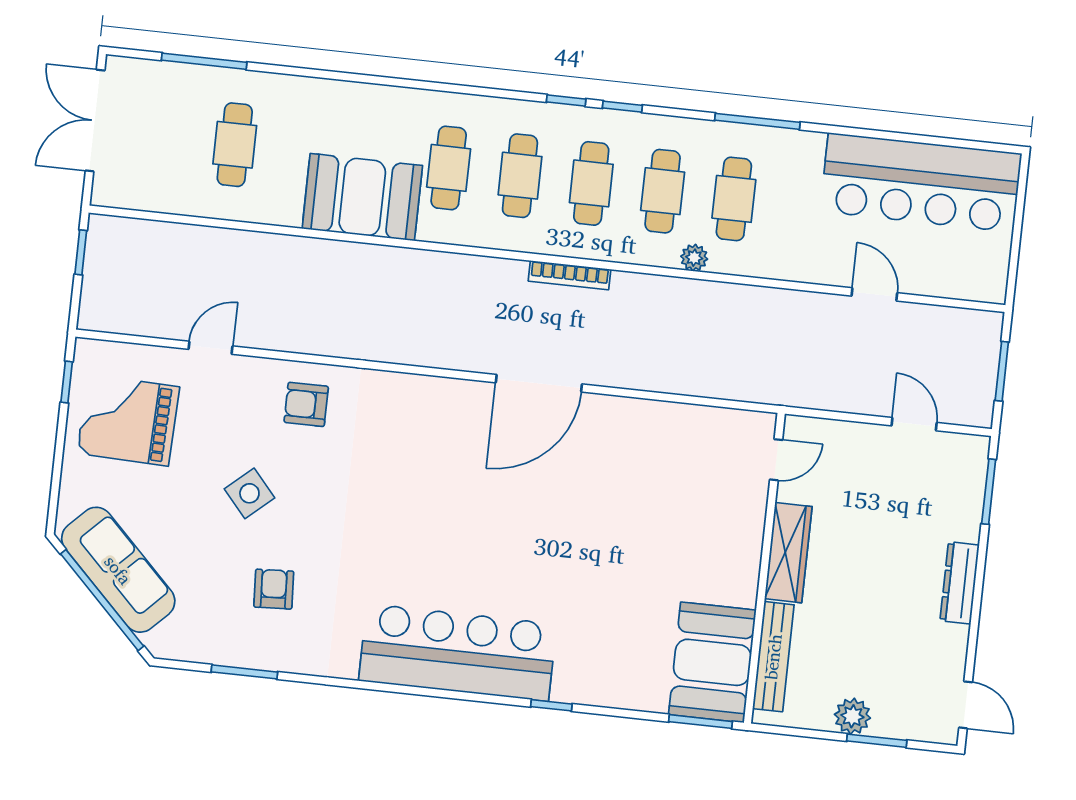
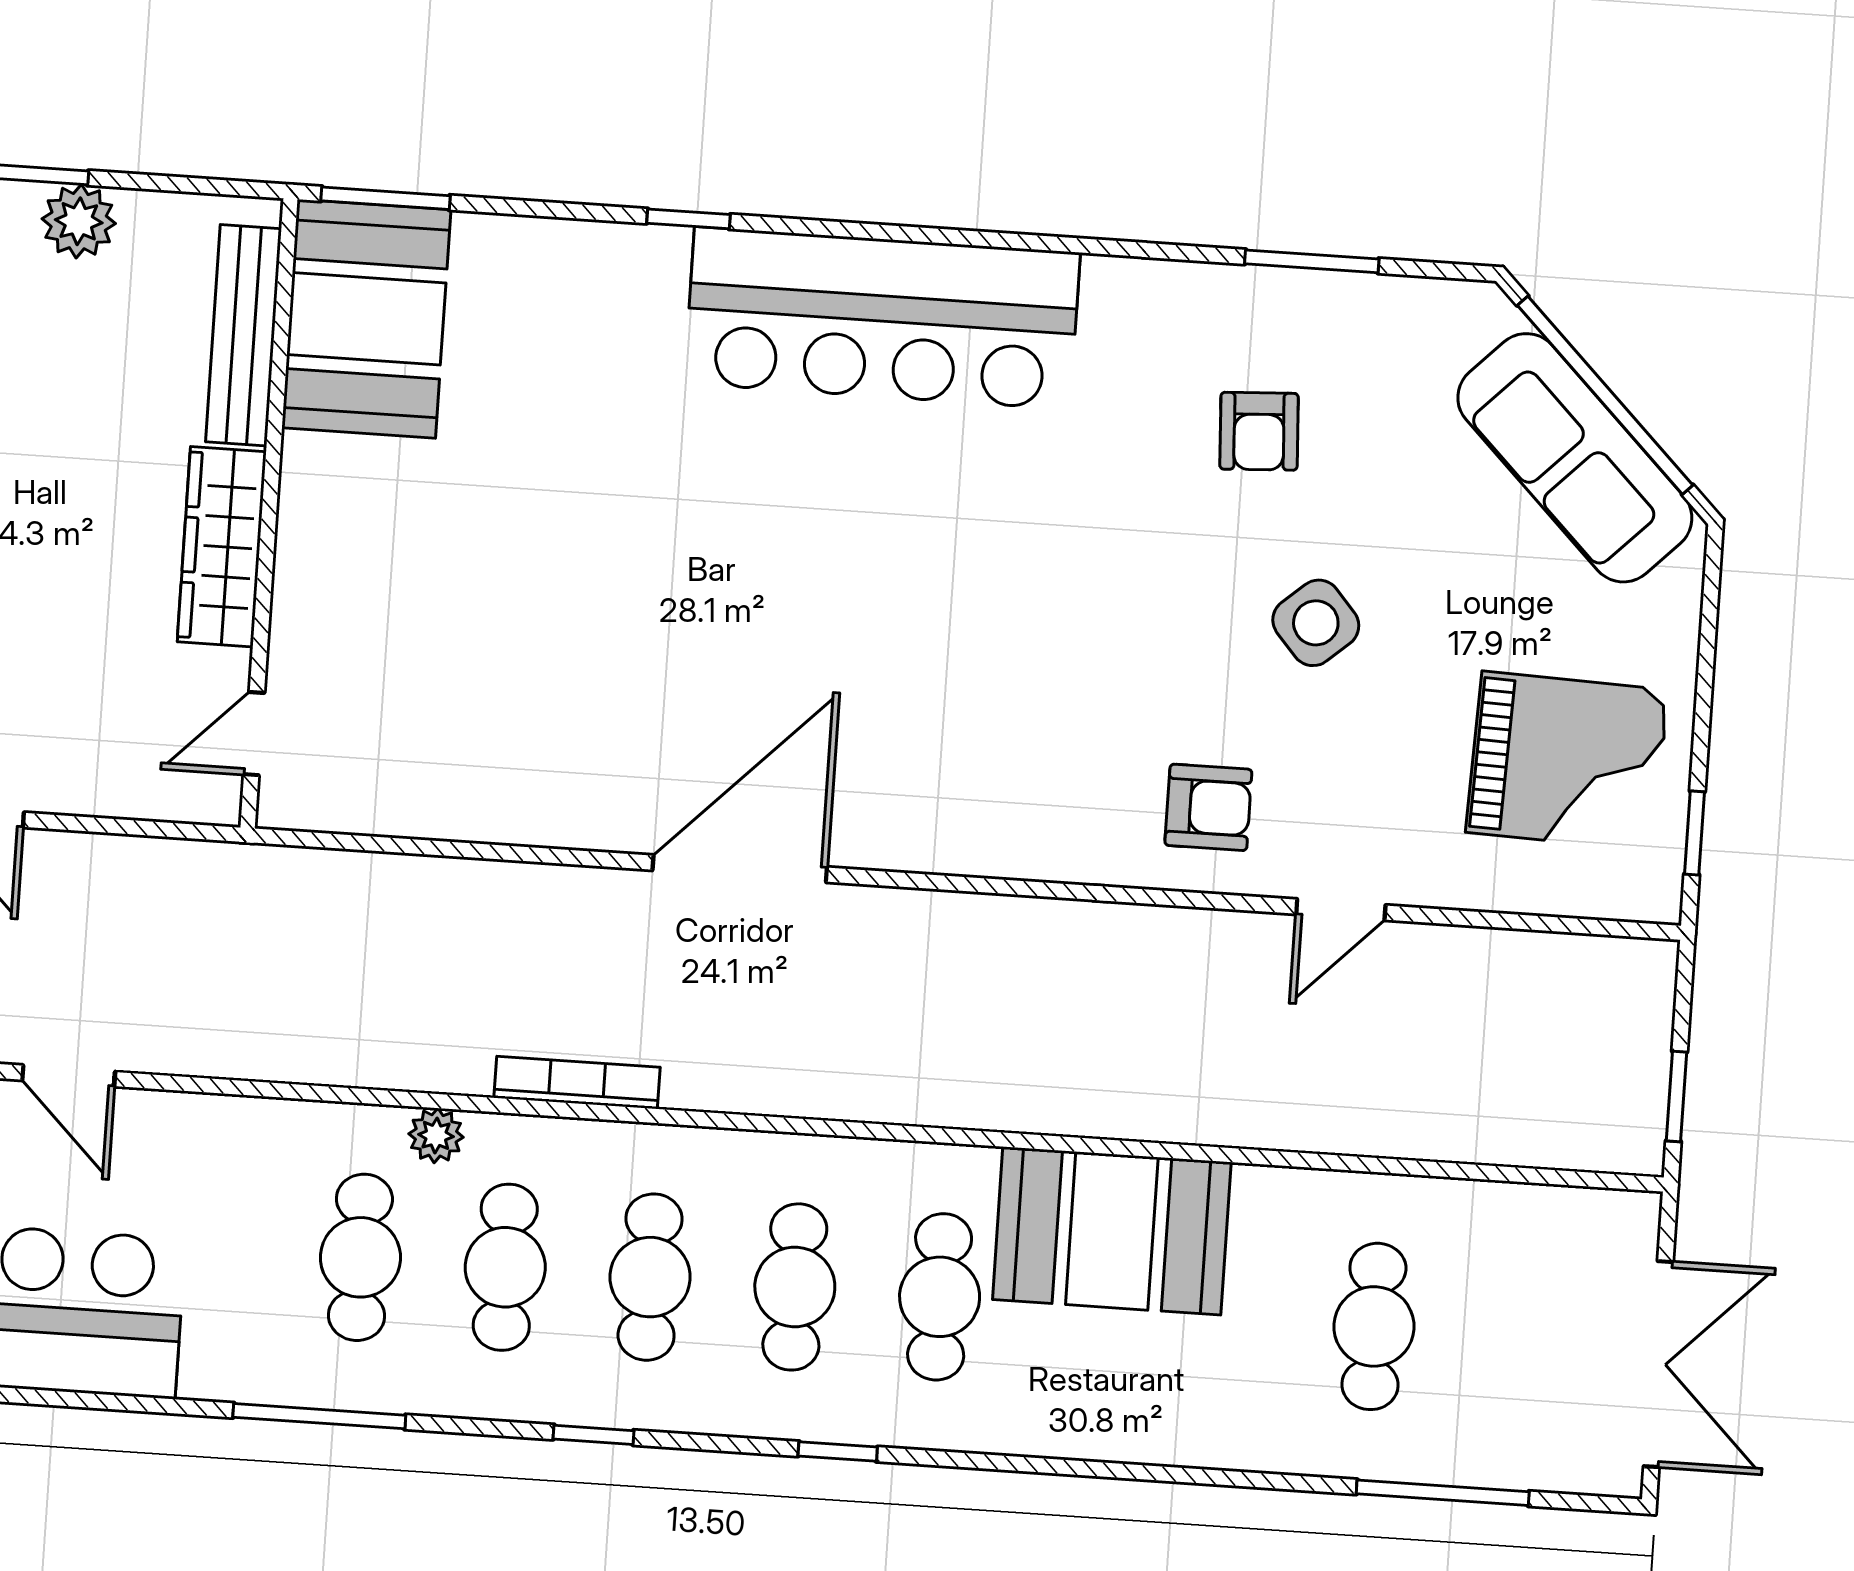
window: (566, 101) -> (838, 1451), moved
bookcase: (570, 275) -> (577, 1083), moved
door: (210, 348) -> (1341, 910), moved

